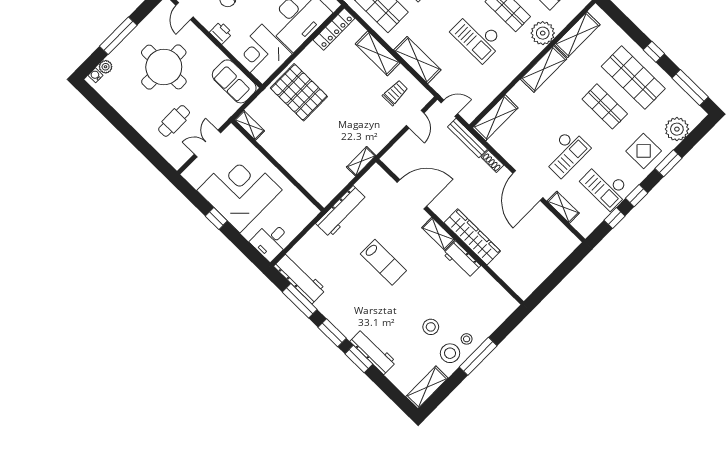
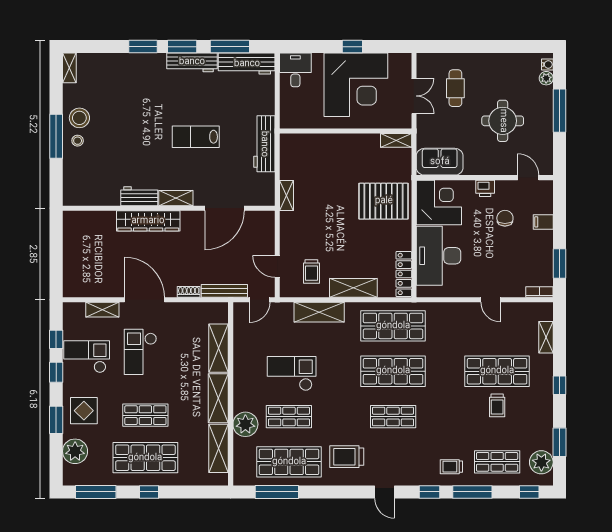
round table: (164, 67) -> (503, 121), width x0.73, depth x0.73
shelving: (495, 118) -> (219, 348), moved
stool: (431, 327) -> (113, 123), removed
workbench: (373, 352) -> (192, 62), moved
shelving: (427, 387) -> (69, 68), width x0.67, depth x0.75

